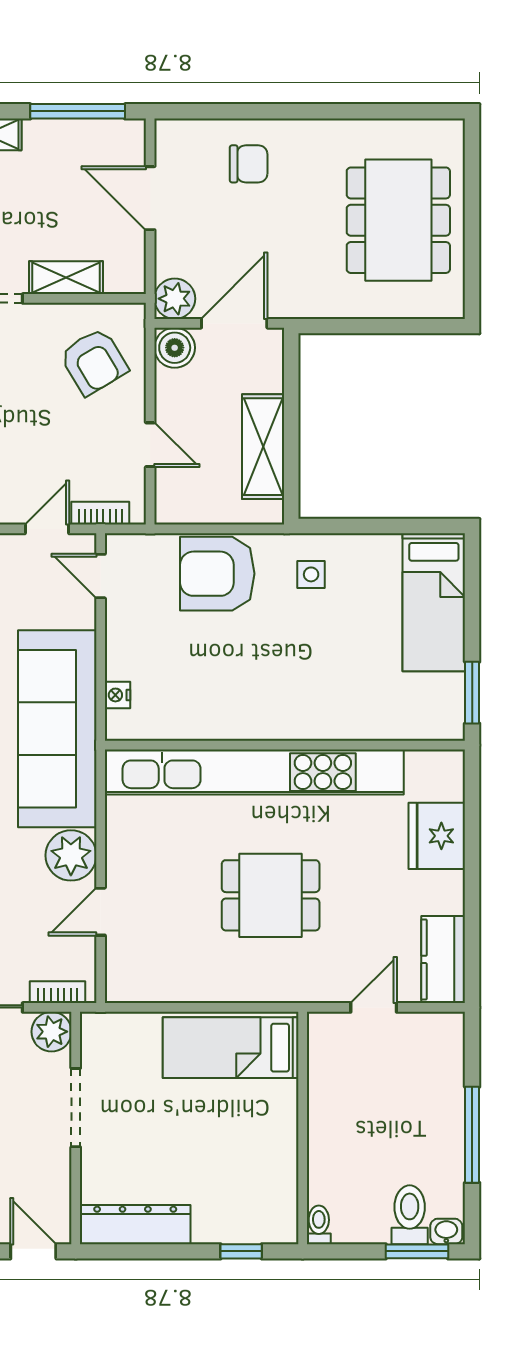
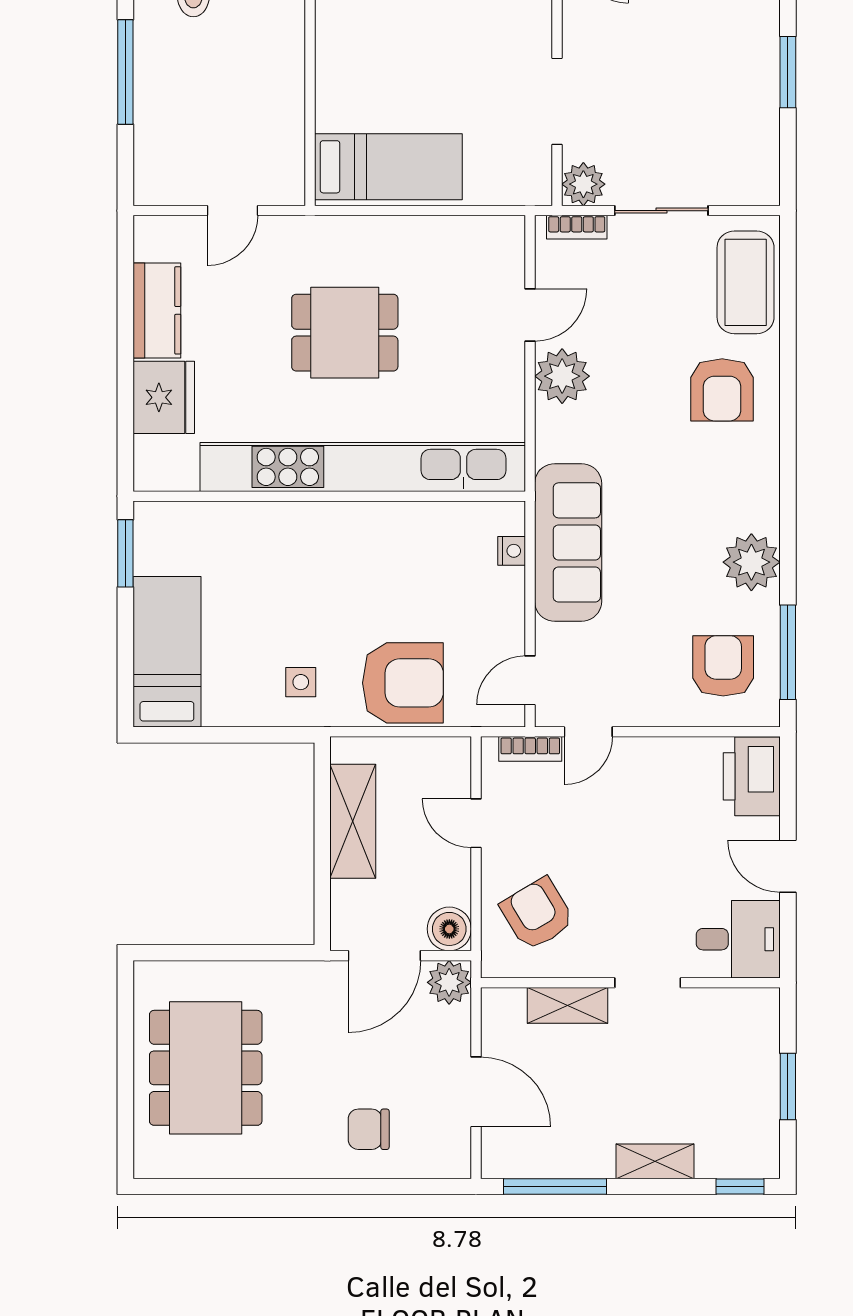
door: (101, 576) -> (530, 680), swing flipped
sofa: (57, 729) -> (568, 542), width x0.74, depth x0.79
kitchen counter: (443, 959) -> (157, 310), moved

